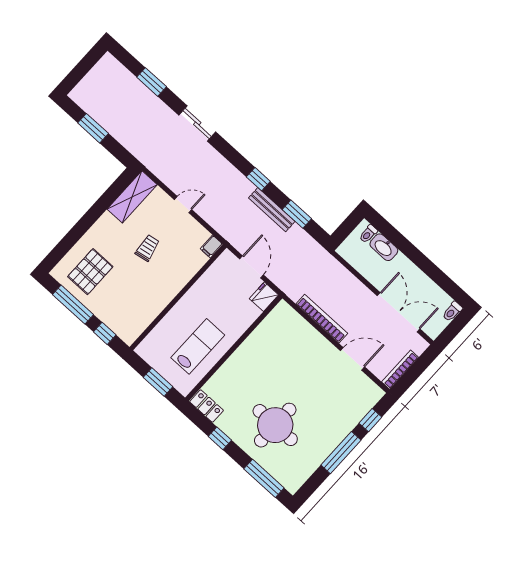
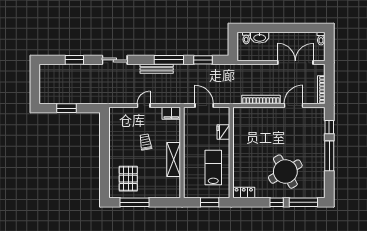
window: (258, 179) -> (169, 60), width x2.17
shelving: (132, 197) -> (174, 160), moved
bench: (272, 210) -> (157, 69), moved
filing cabinet: (212, 246) -> (171, 113), width x2.00
fridge: (264, 297) -> (223, 132), moved
window: (105, 333) -> (162, 202), removed
round table: (275, 425) -> (285, 172), turned -30
window: (220, 438) -> (277, 202), moved

